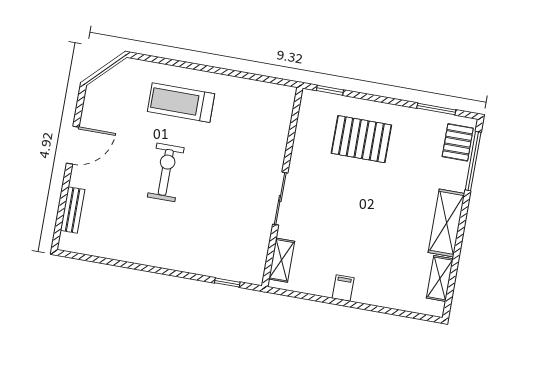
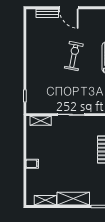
door: (73, 145) -> (69, 8), moved
exercise bike: (166, 172) -> (74, 56), turned -79
filing cabinet: (343, 288) -> (32, 164), moved

